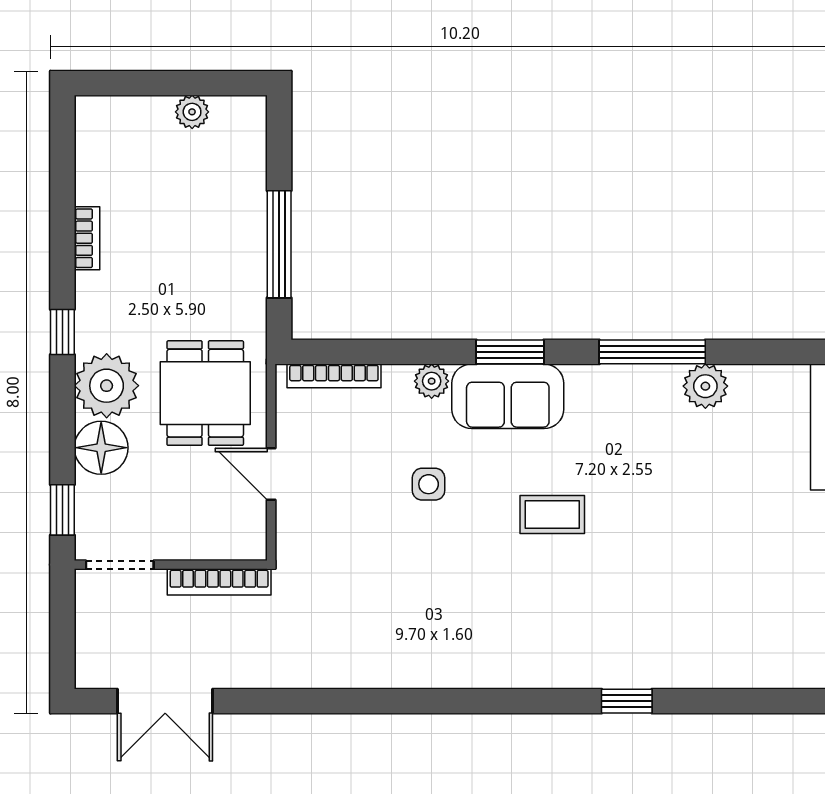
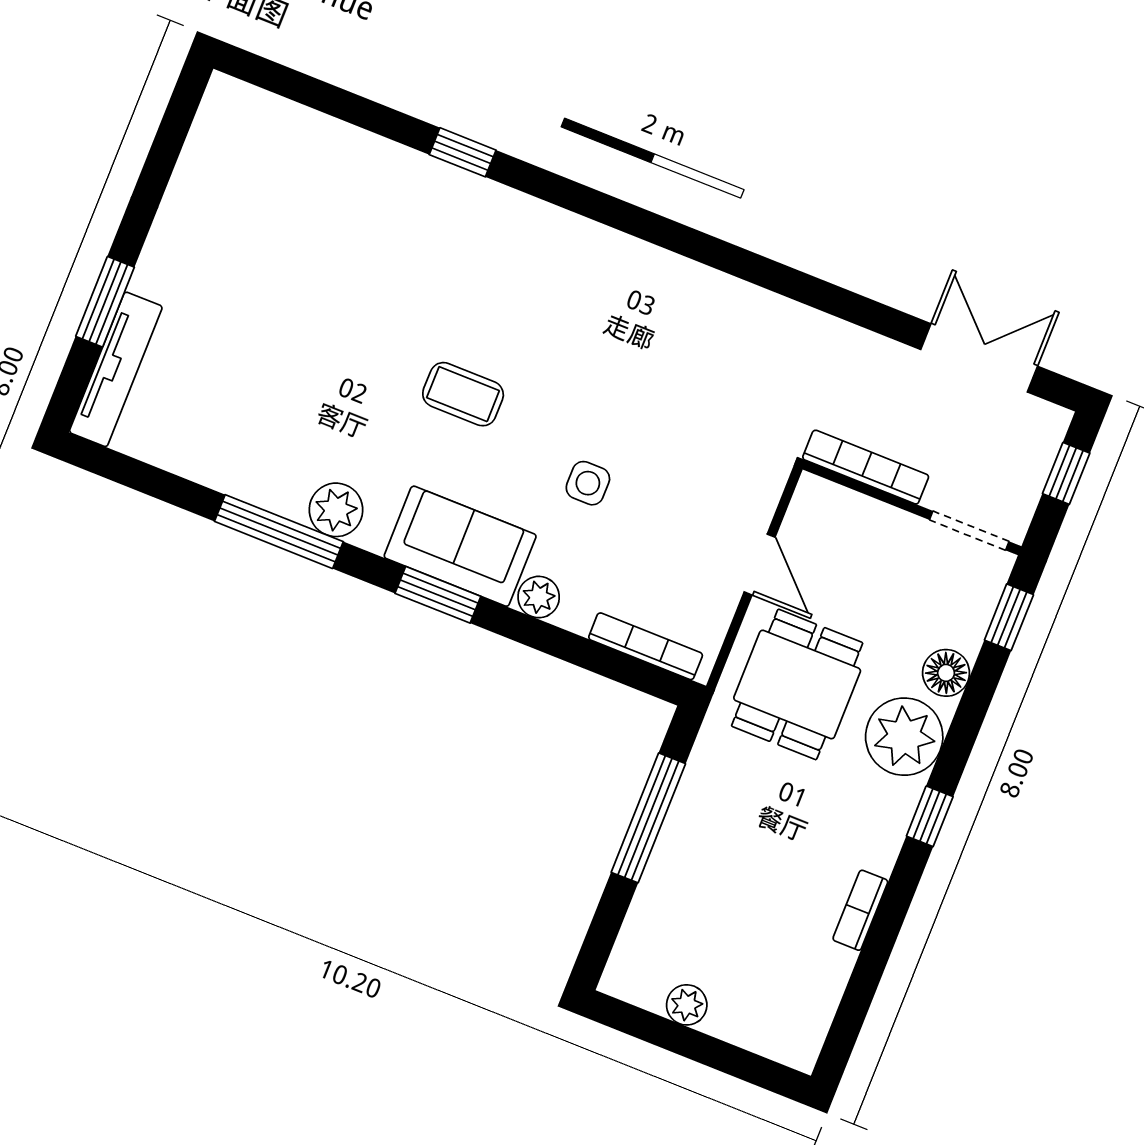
plant: (705, 386) -> (336, 510), moved
floor lamp: (101, 448) -> (946, 673), width x0.73, depth x0.73
window: (62, 639) -> (1066, 473), added

